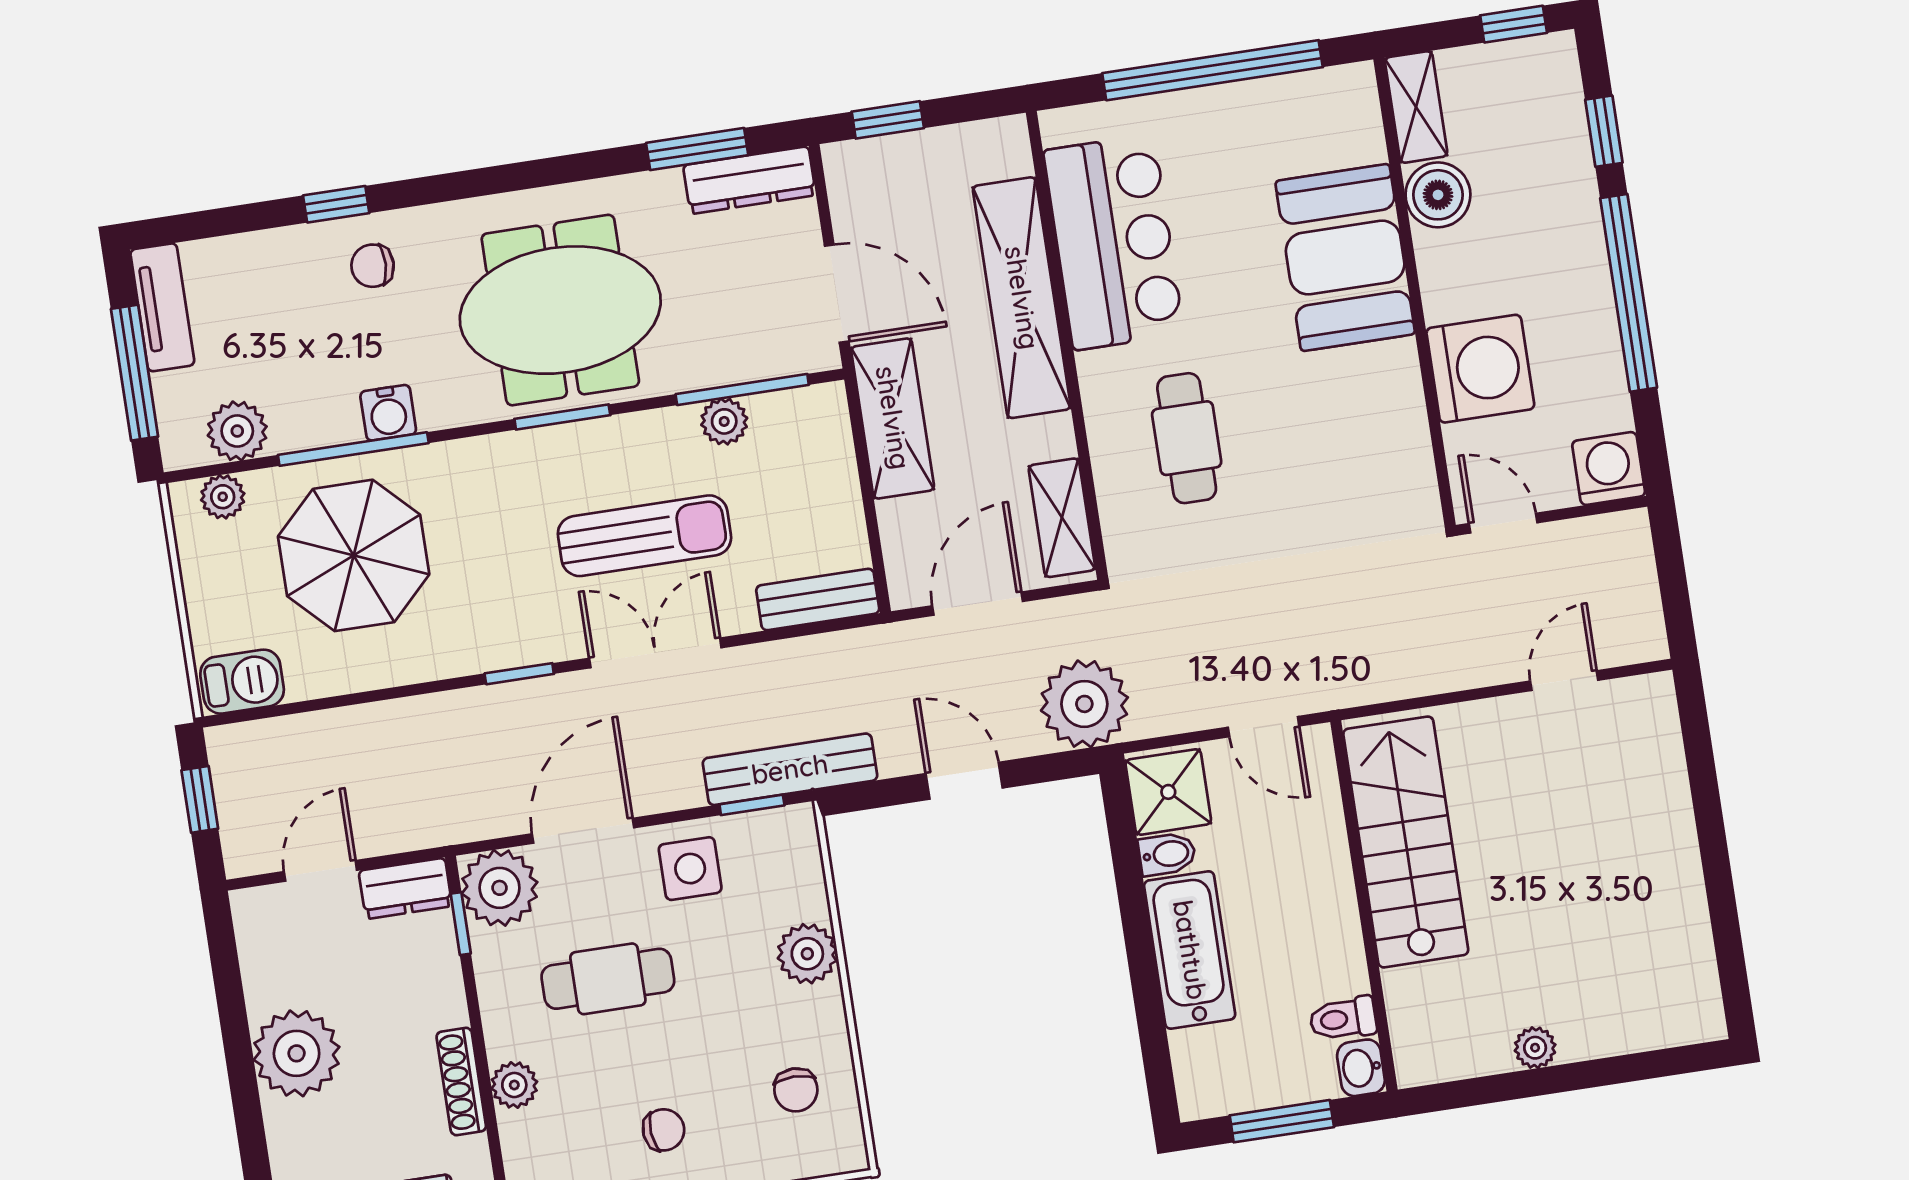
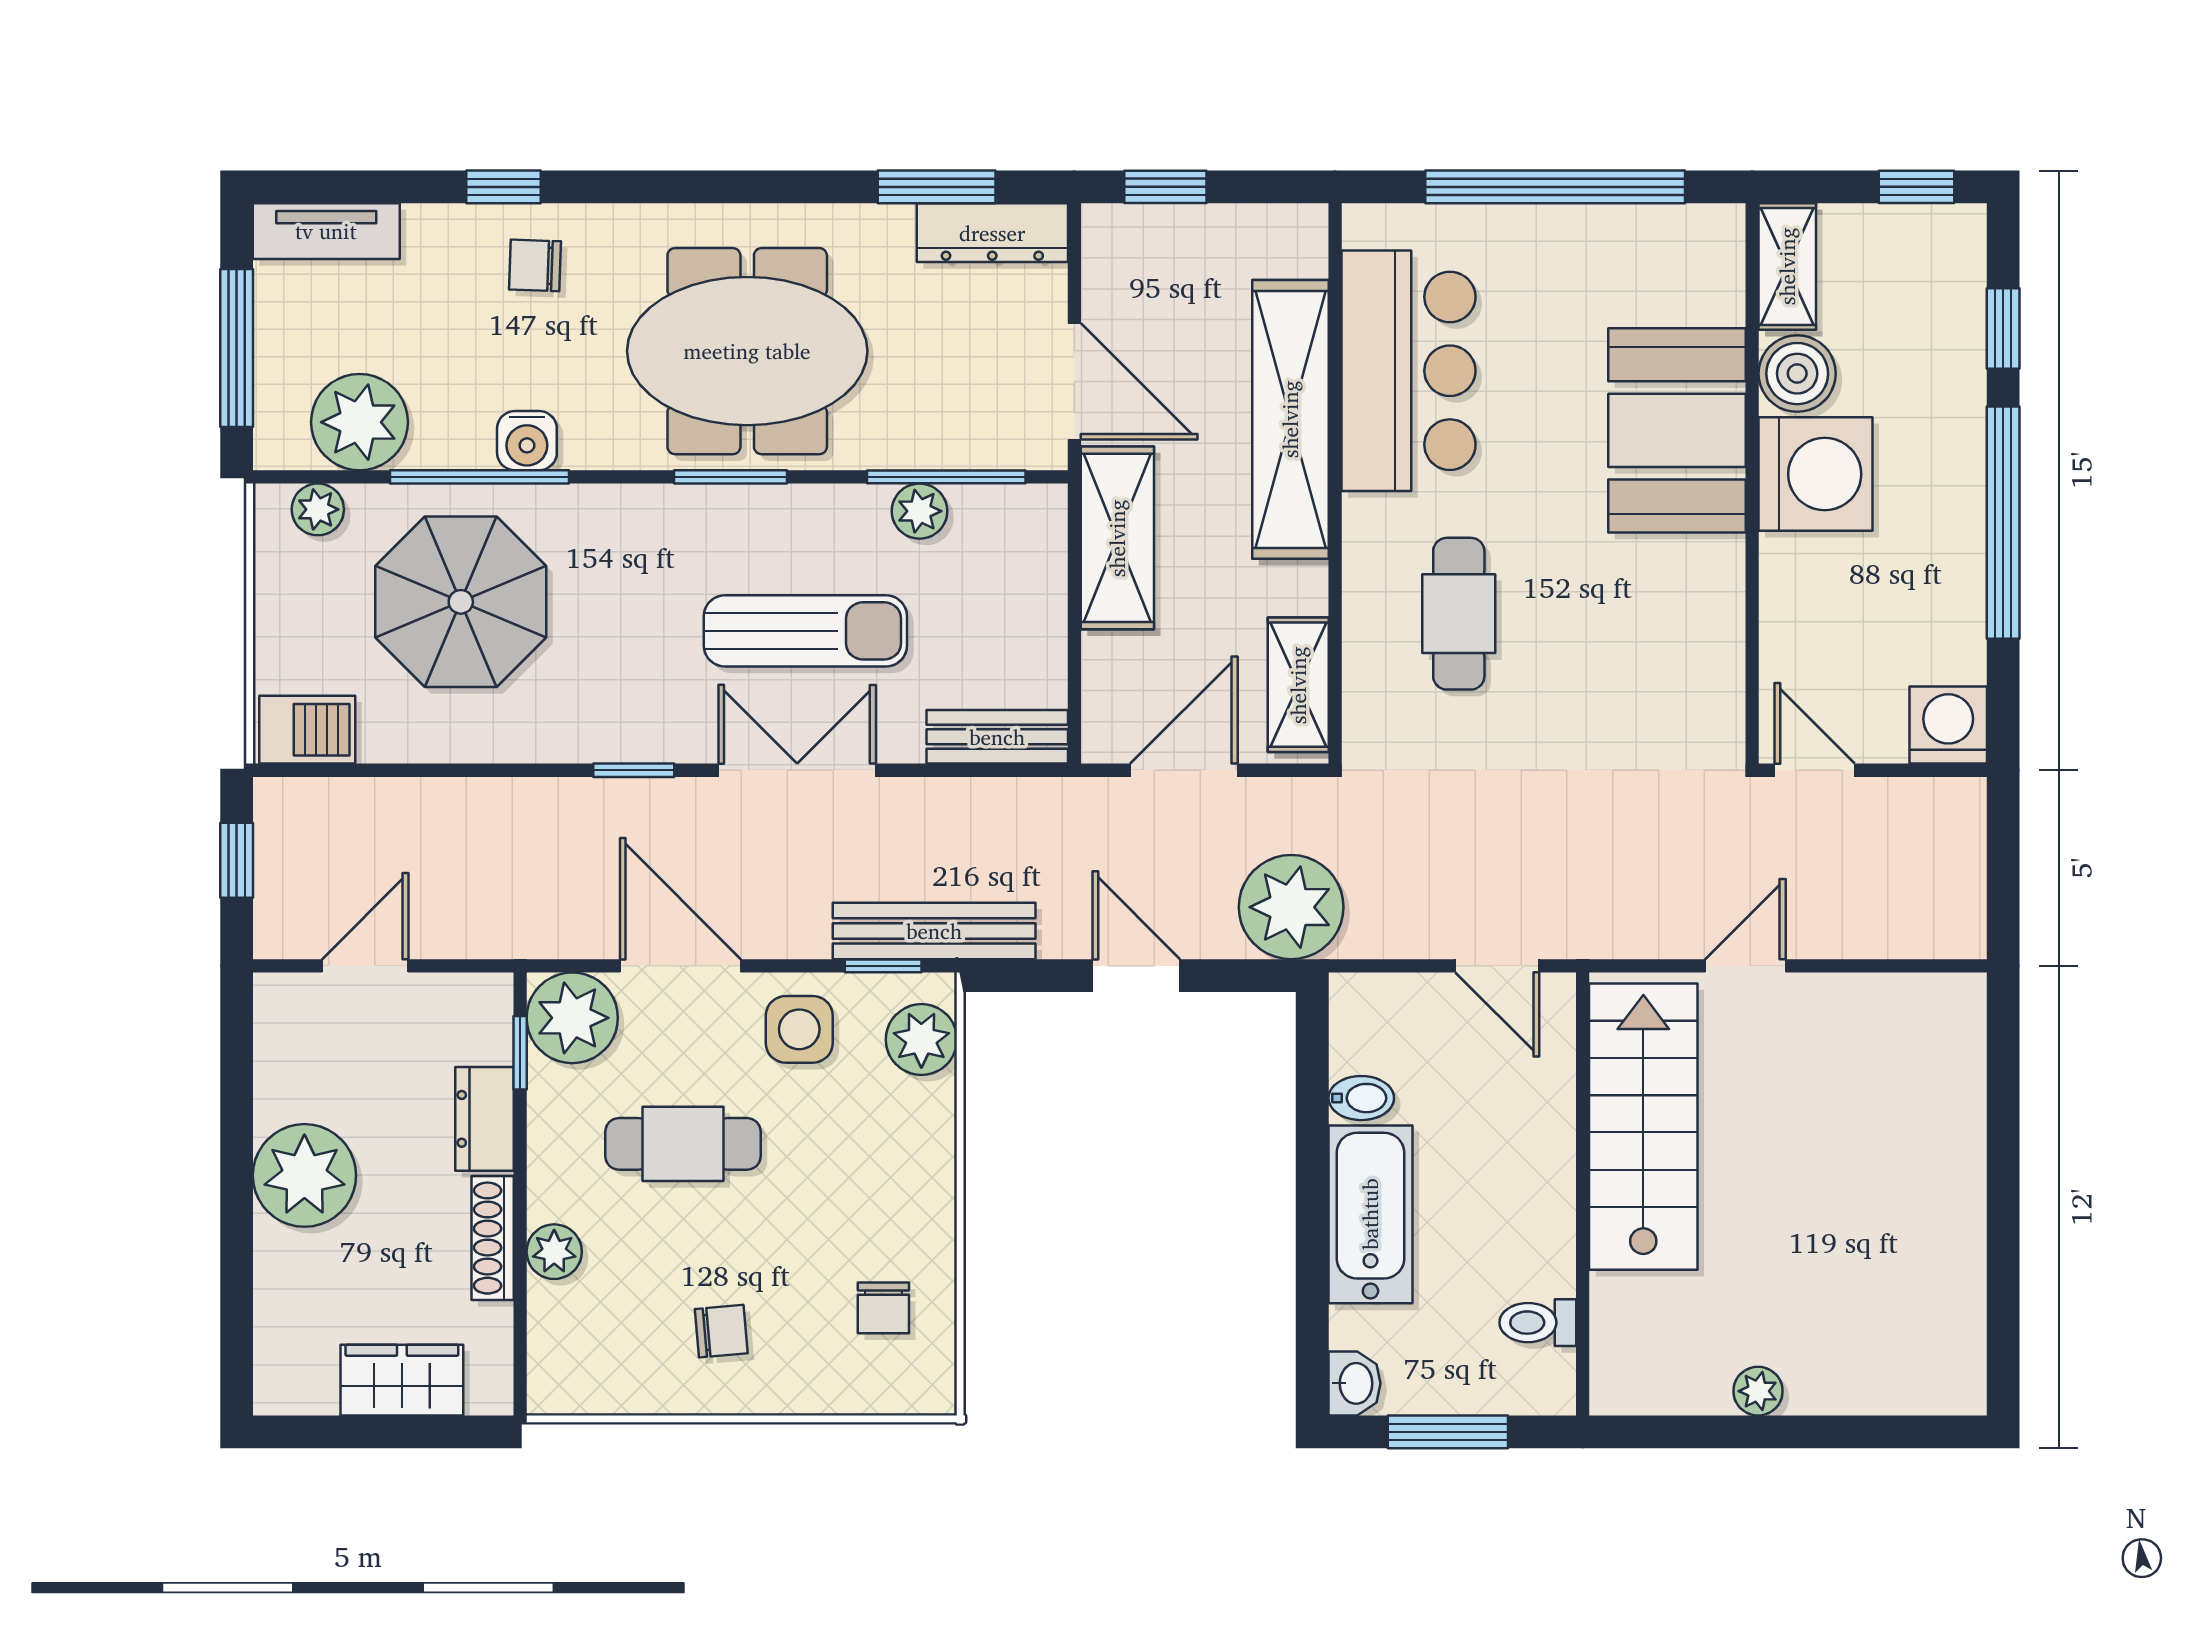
tv unit: (162, 307) -> (326, 231), moved, turned 90
washing machine: (1480, 369) -> (1816, 474), moved
plant: (237, 431) -> (360, 422), width x1.36, depth x1.36
door: (1564, 681) -> (1745, 966), moved
shower: (1168, 792) -> (1374, 1025), removed
door: (583, 831) -> (680, 966), hinge flipped
dresser: (405, 888) -> (484, 1119), moved, turned 90
plant: (807, 954) -> (921, 1040), moved
washbasin: (1361, 1068) -> (1354, 1383), moved, turned 180

